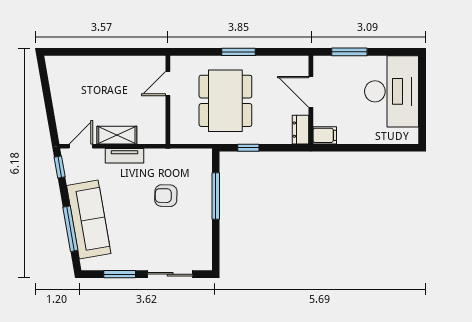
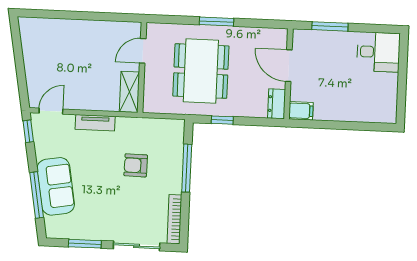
desk: (392, 91) -> (378, 52), width x0.53, depth x0.77
shelving: (117, 135) -> (129, 92), moved, turned 90
sofa: (89, 220) -> (56, 186), width x0.73
bookcase: (206, 246) -> (174, 219), added

